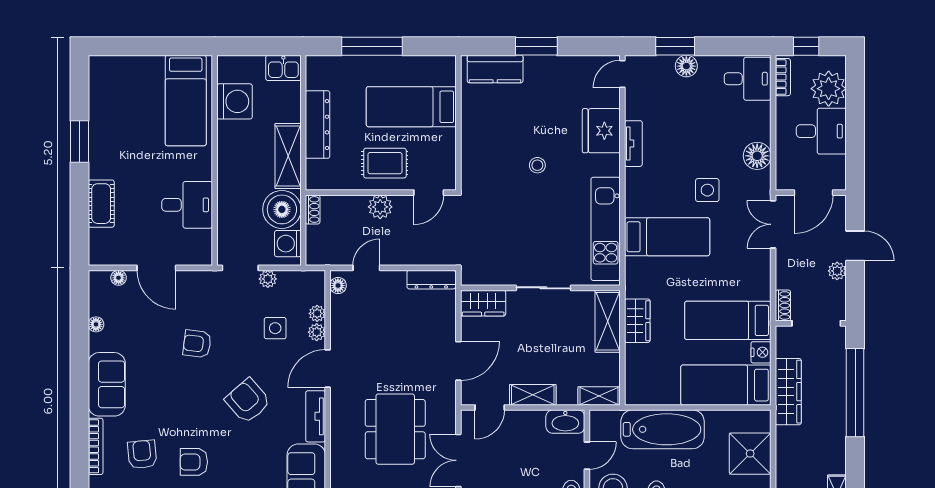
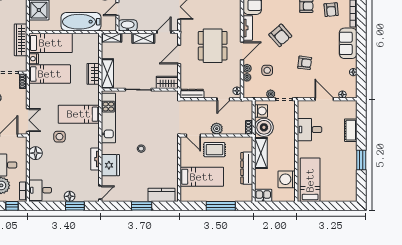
door: (429, 193) -> (193, 135), swing flipped
dining table: (395, 429) -> (213, 46), moved

